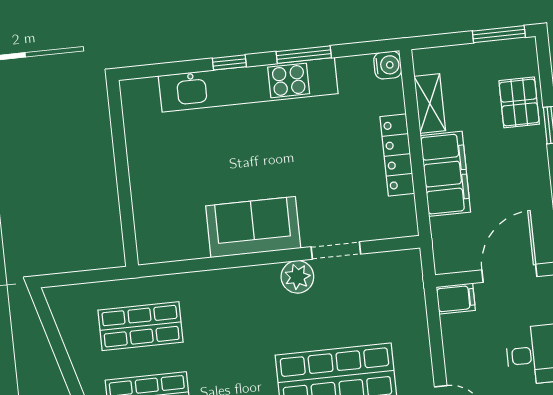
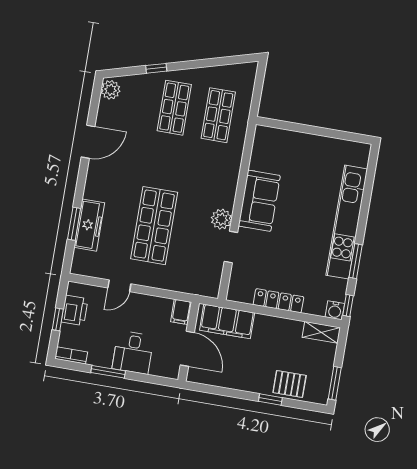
window: (229, 62) -> (348, 305), moved
shelving: (430, 103) -> (321, 332), moved
filing cabinet: (445, 174) -> (227, 321), moved

